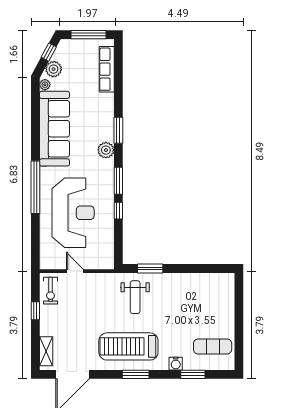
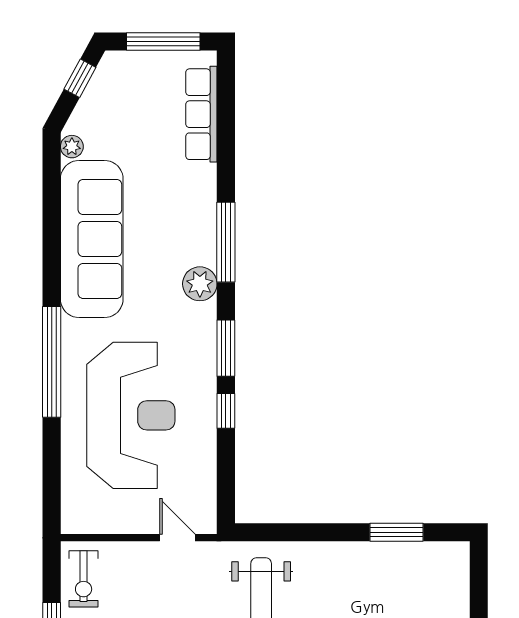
plant: (54, 69) -> (90, 114), removed
window: (118, 130) -> (226, 242), width x1.44
window: (150, 269) -> (396, 532), moved
door: (75, 271) -> (177, 538), moved

